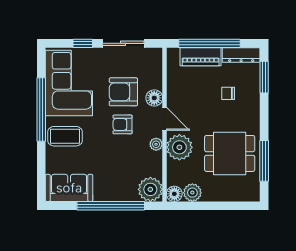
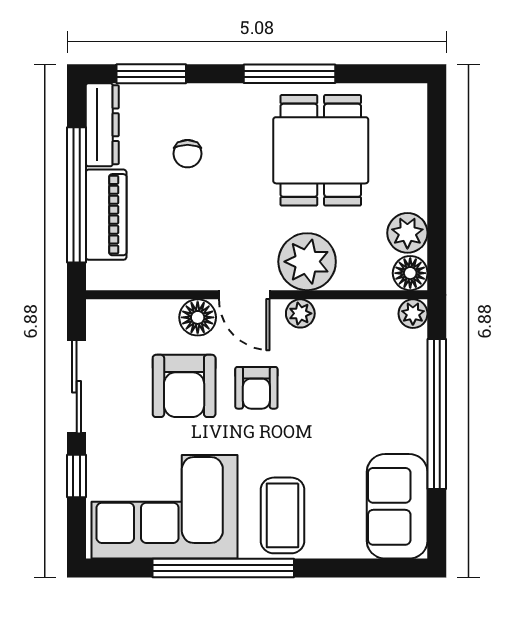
door: (164, 119) -> (244, 295), swing flipped
window: (264, 161) -> (290, 74), moved
plant: (150, 189) -> (413, 314), width x0.53, depth x0.53

